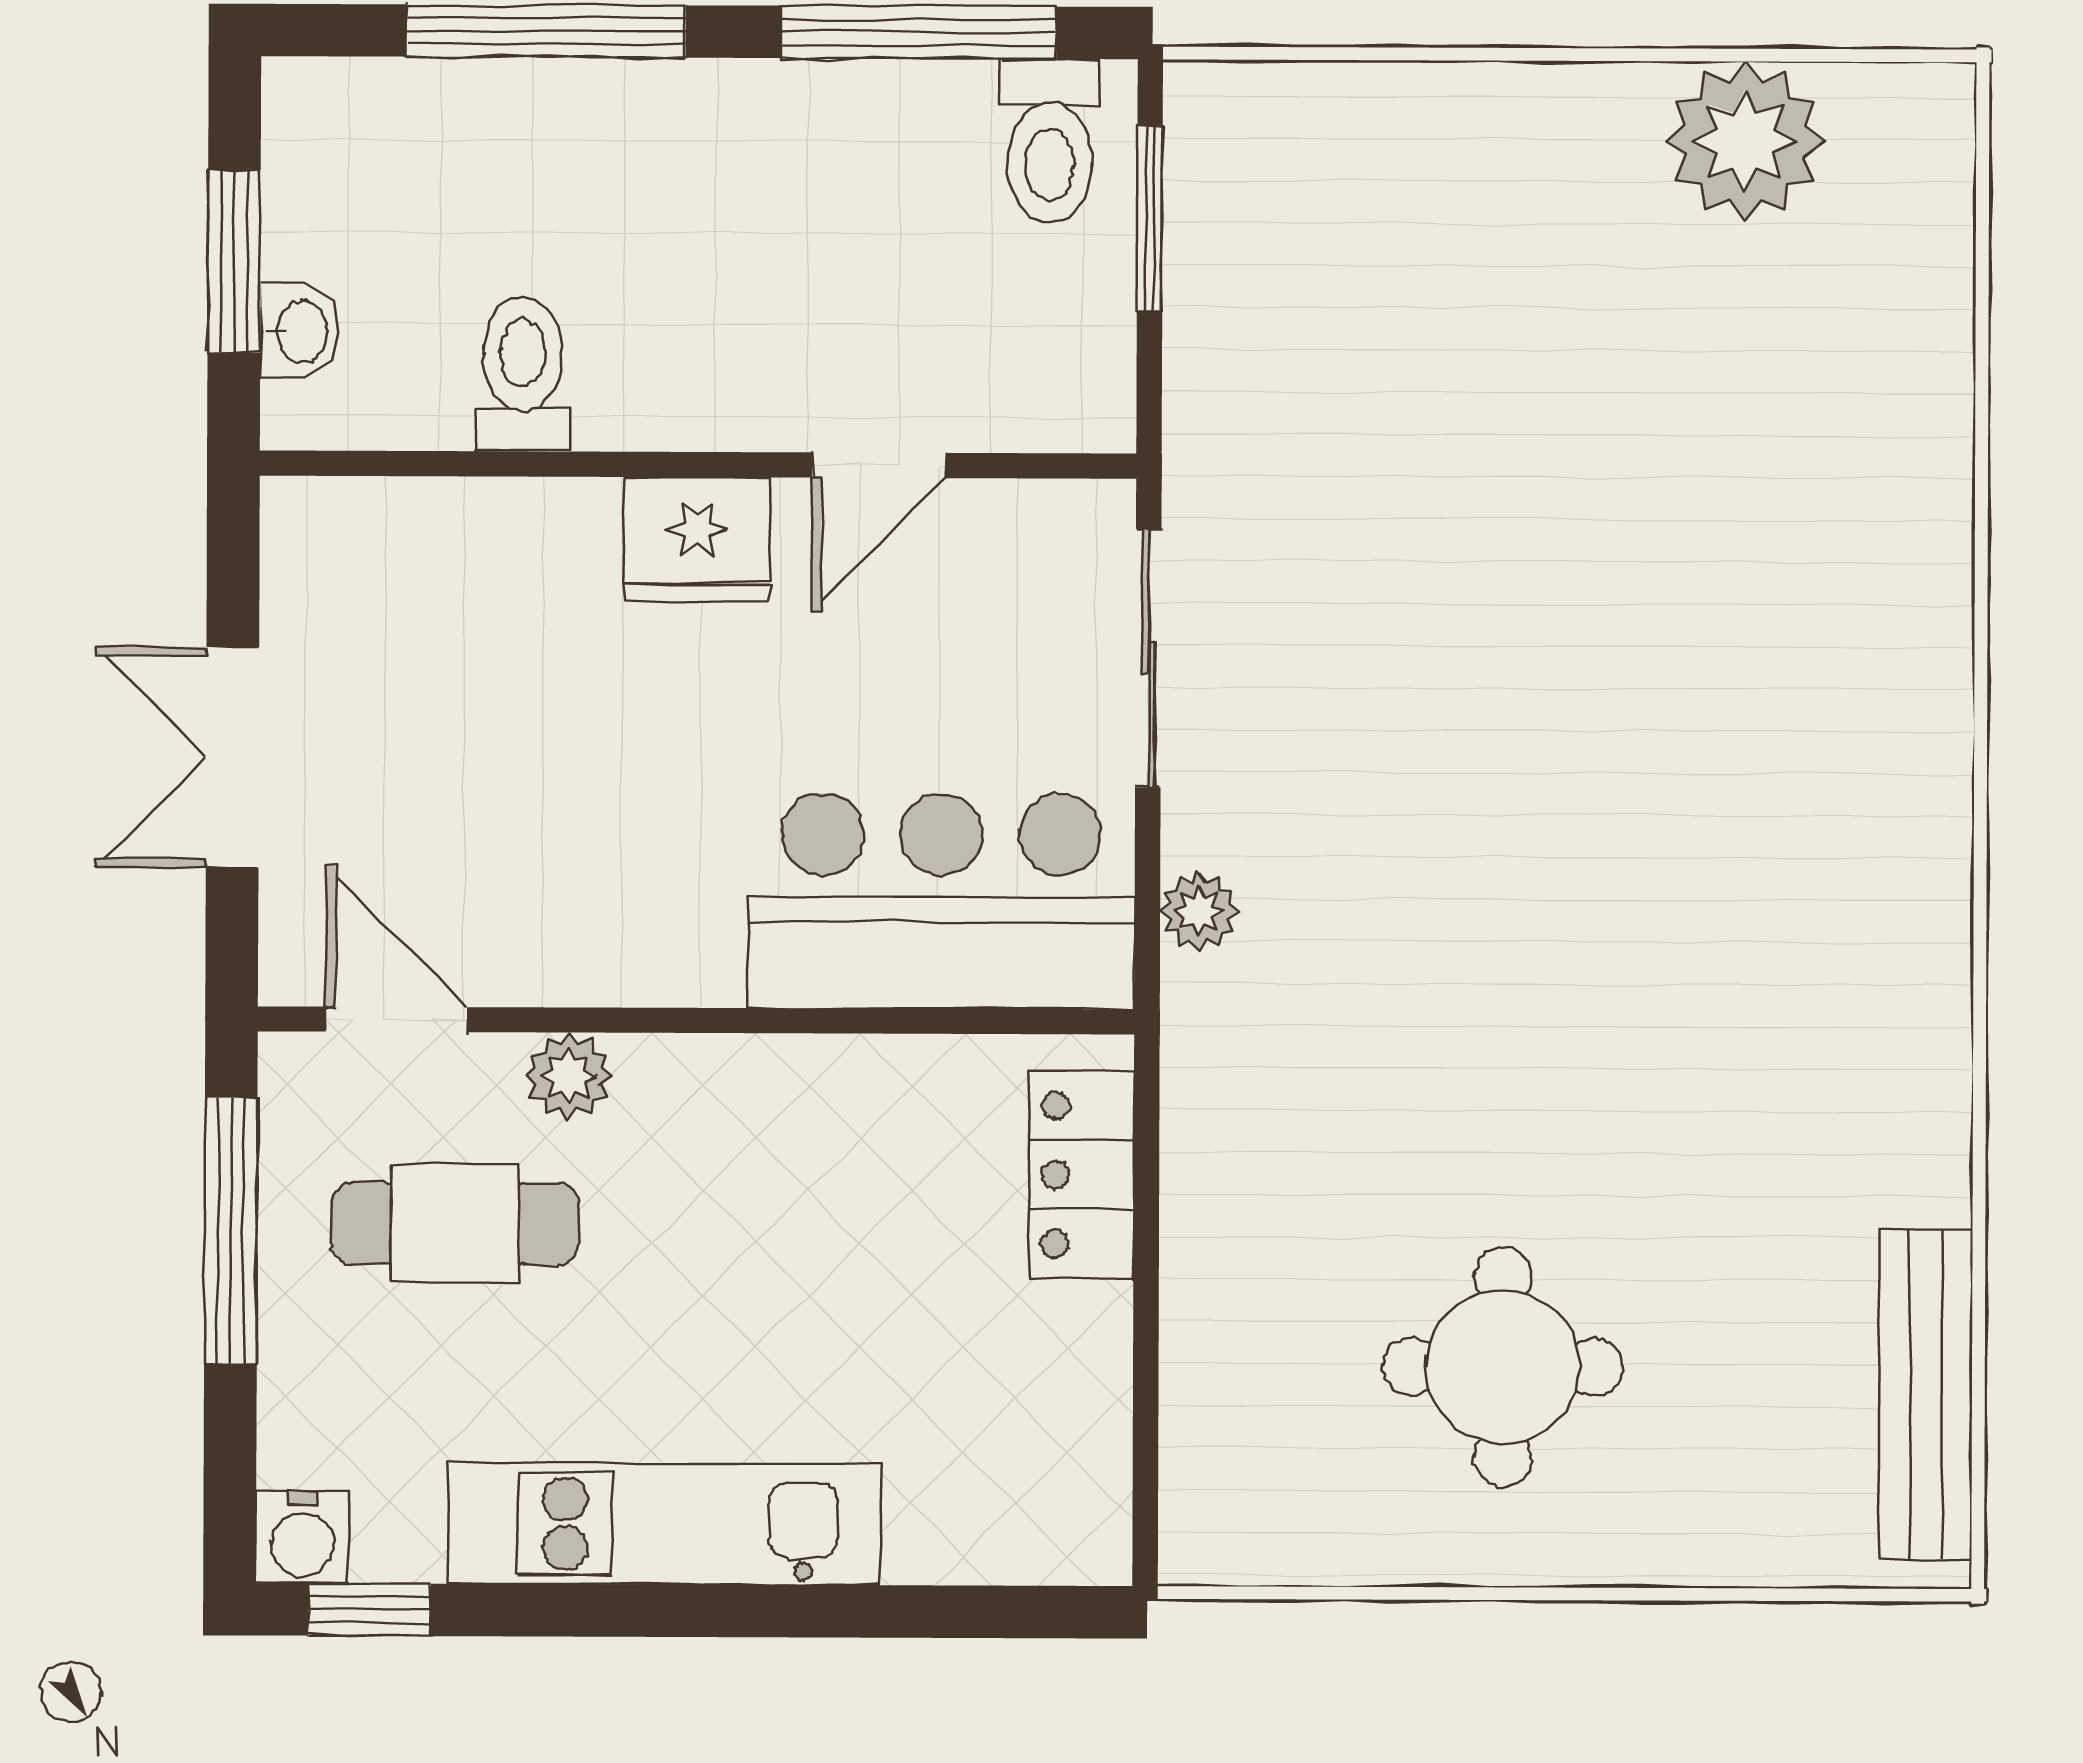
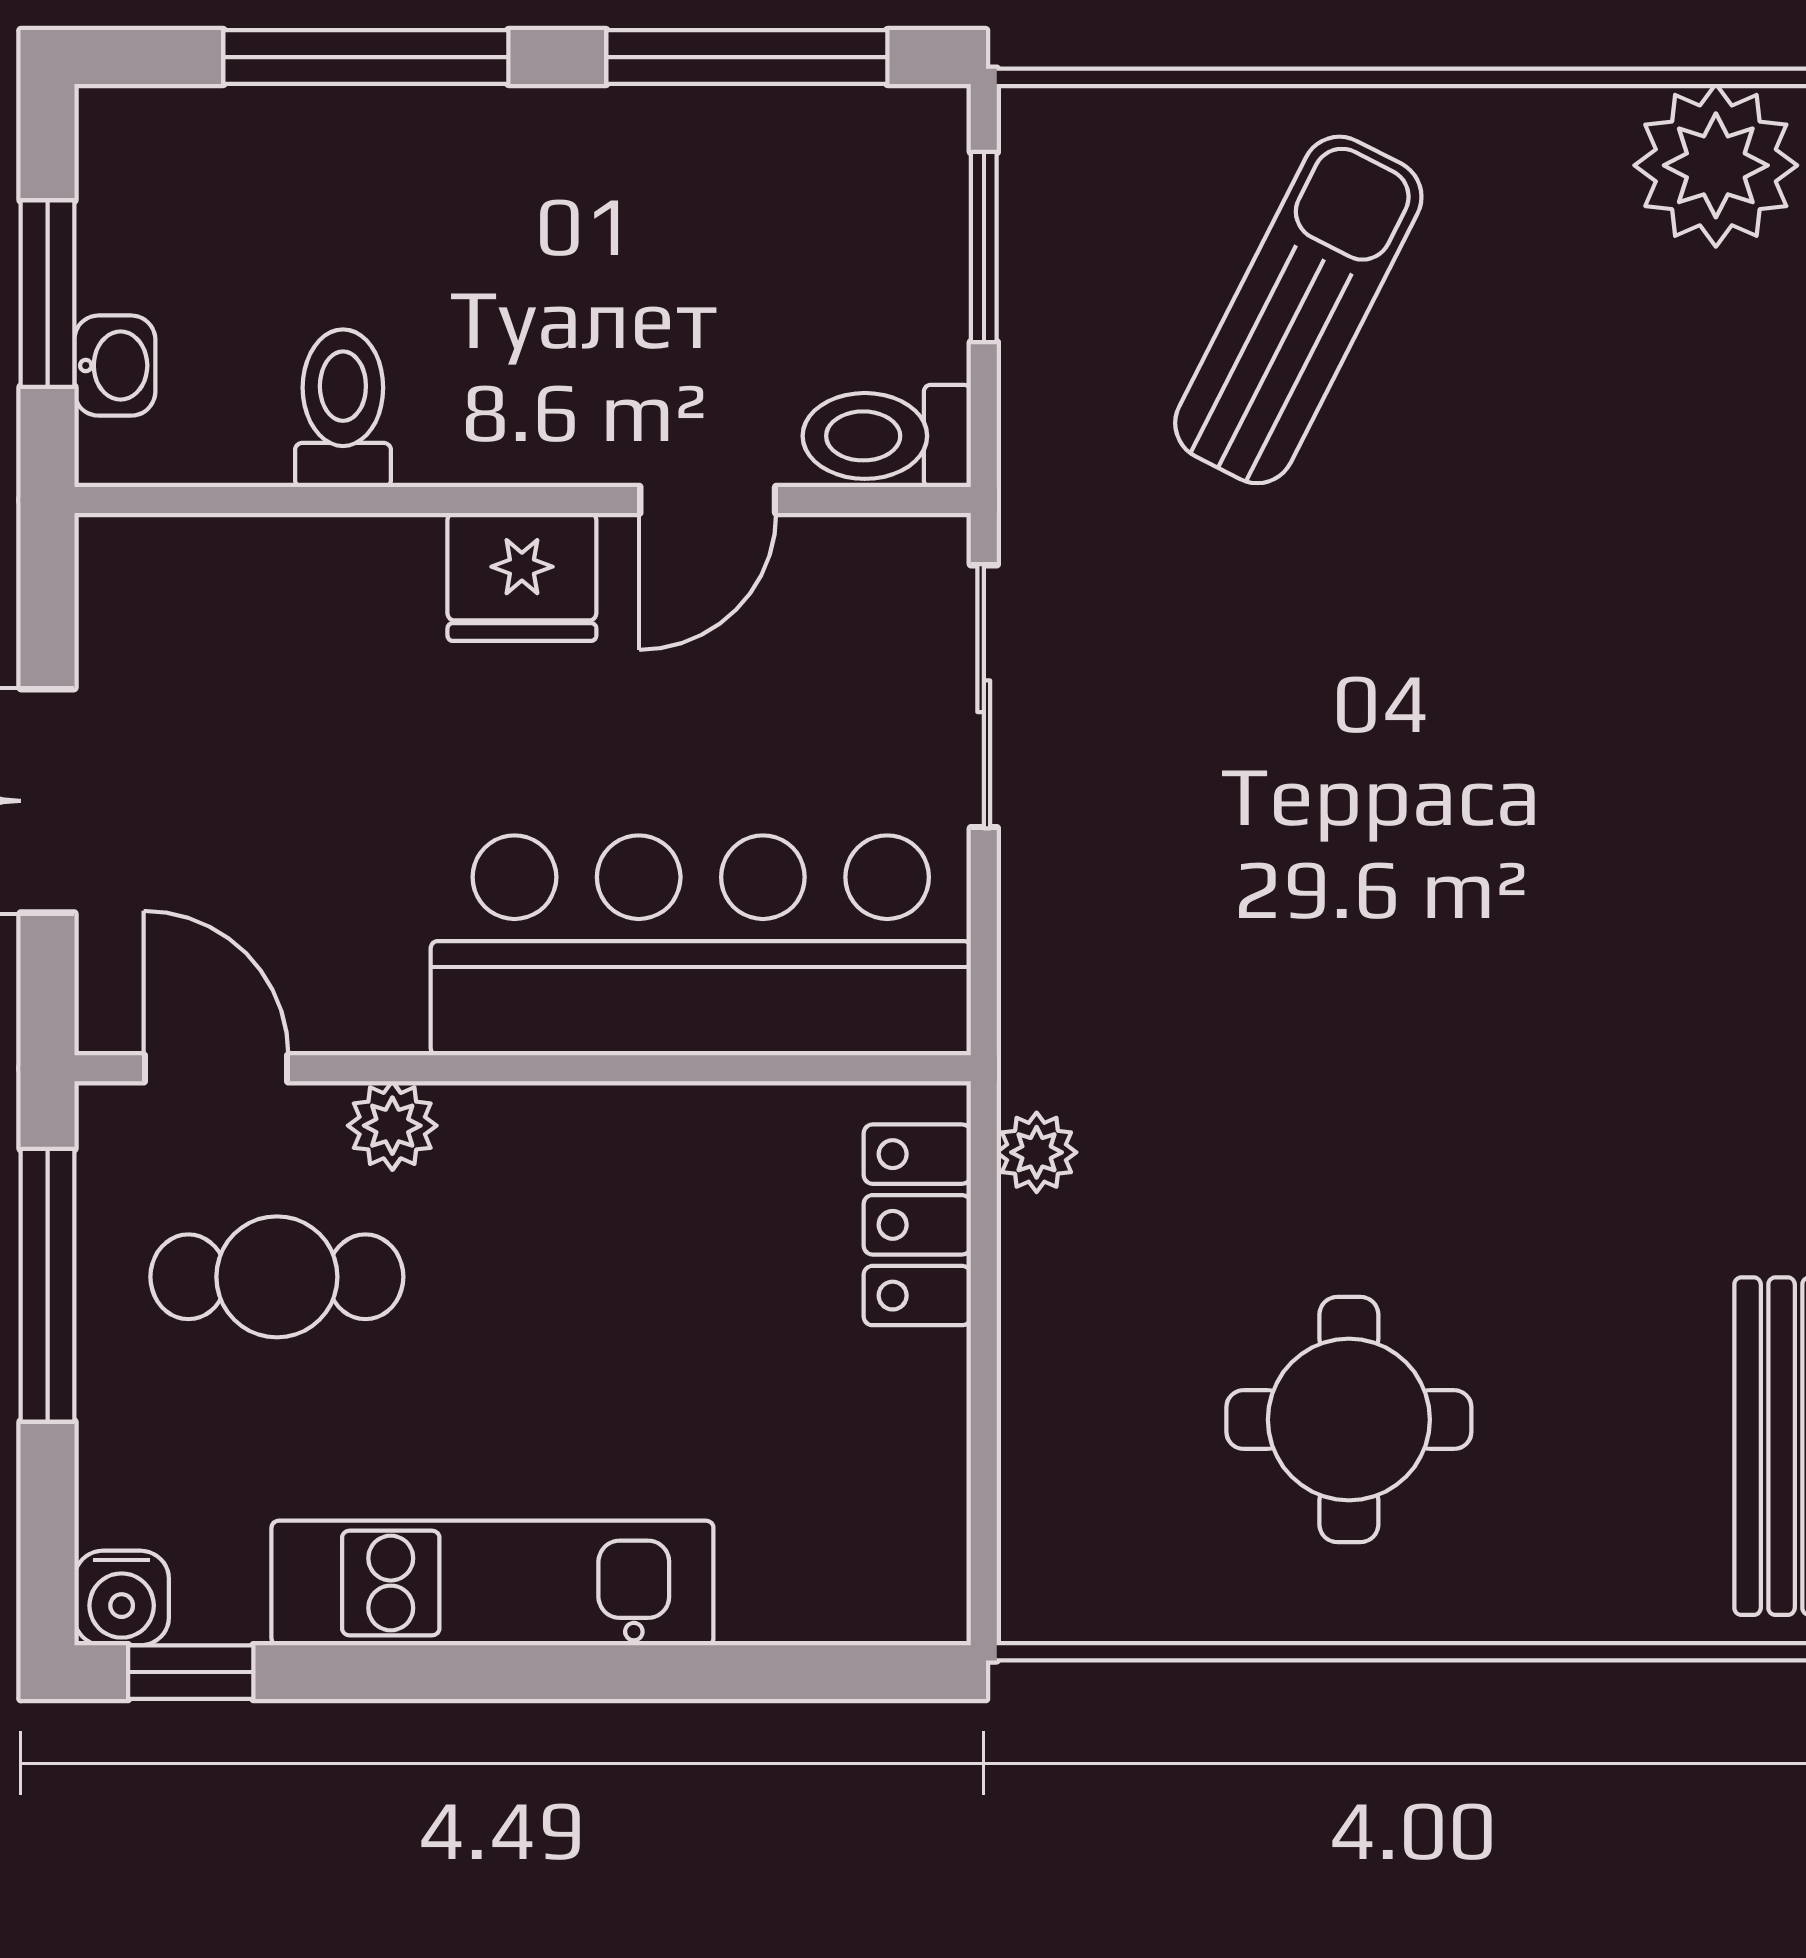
toilet: (1050, 141) -> (887, 436), moved, turned 90
plant: (1745, 141) -> (1716, 165), moved
sun lounger: (1457, 282) -> (1298, 310), added
bar counter: (941, 901) -> (701, 945), width x1.36
plant: (1199, 911) -> (1037, 1152), moved

